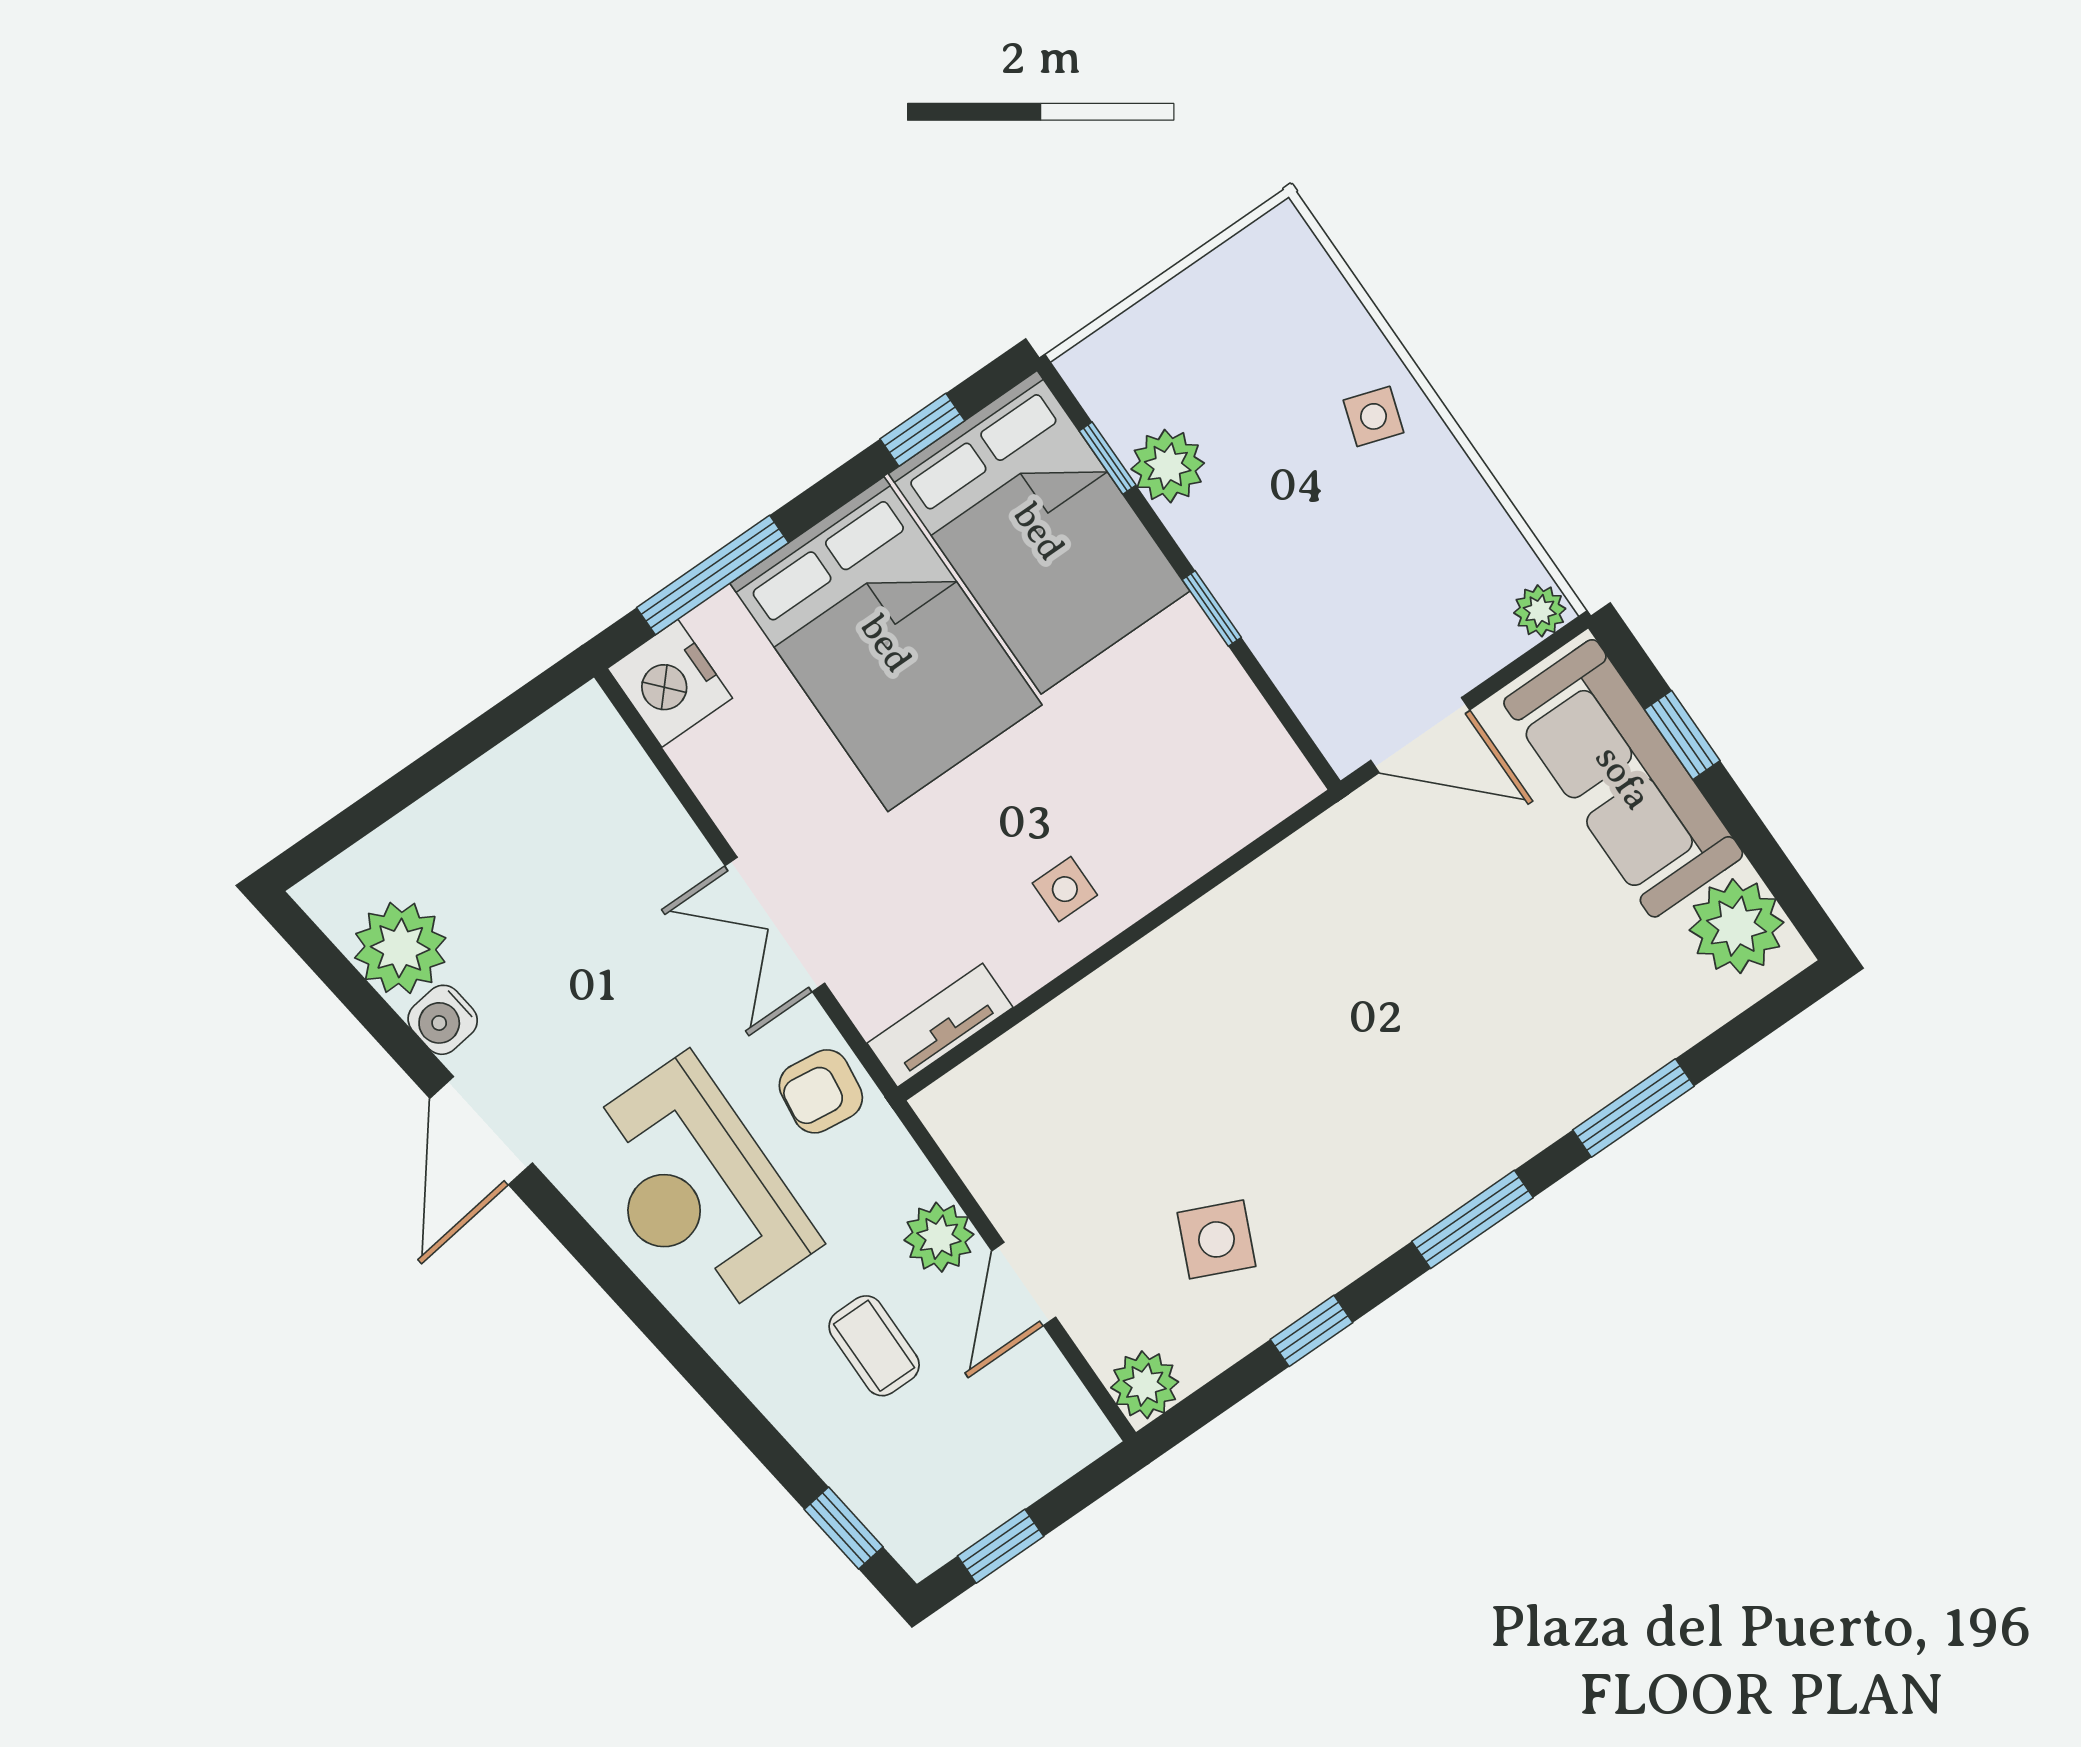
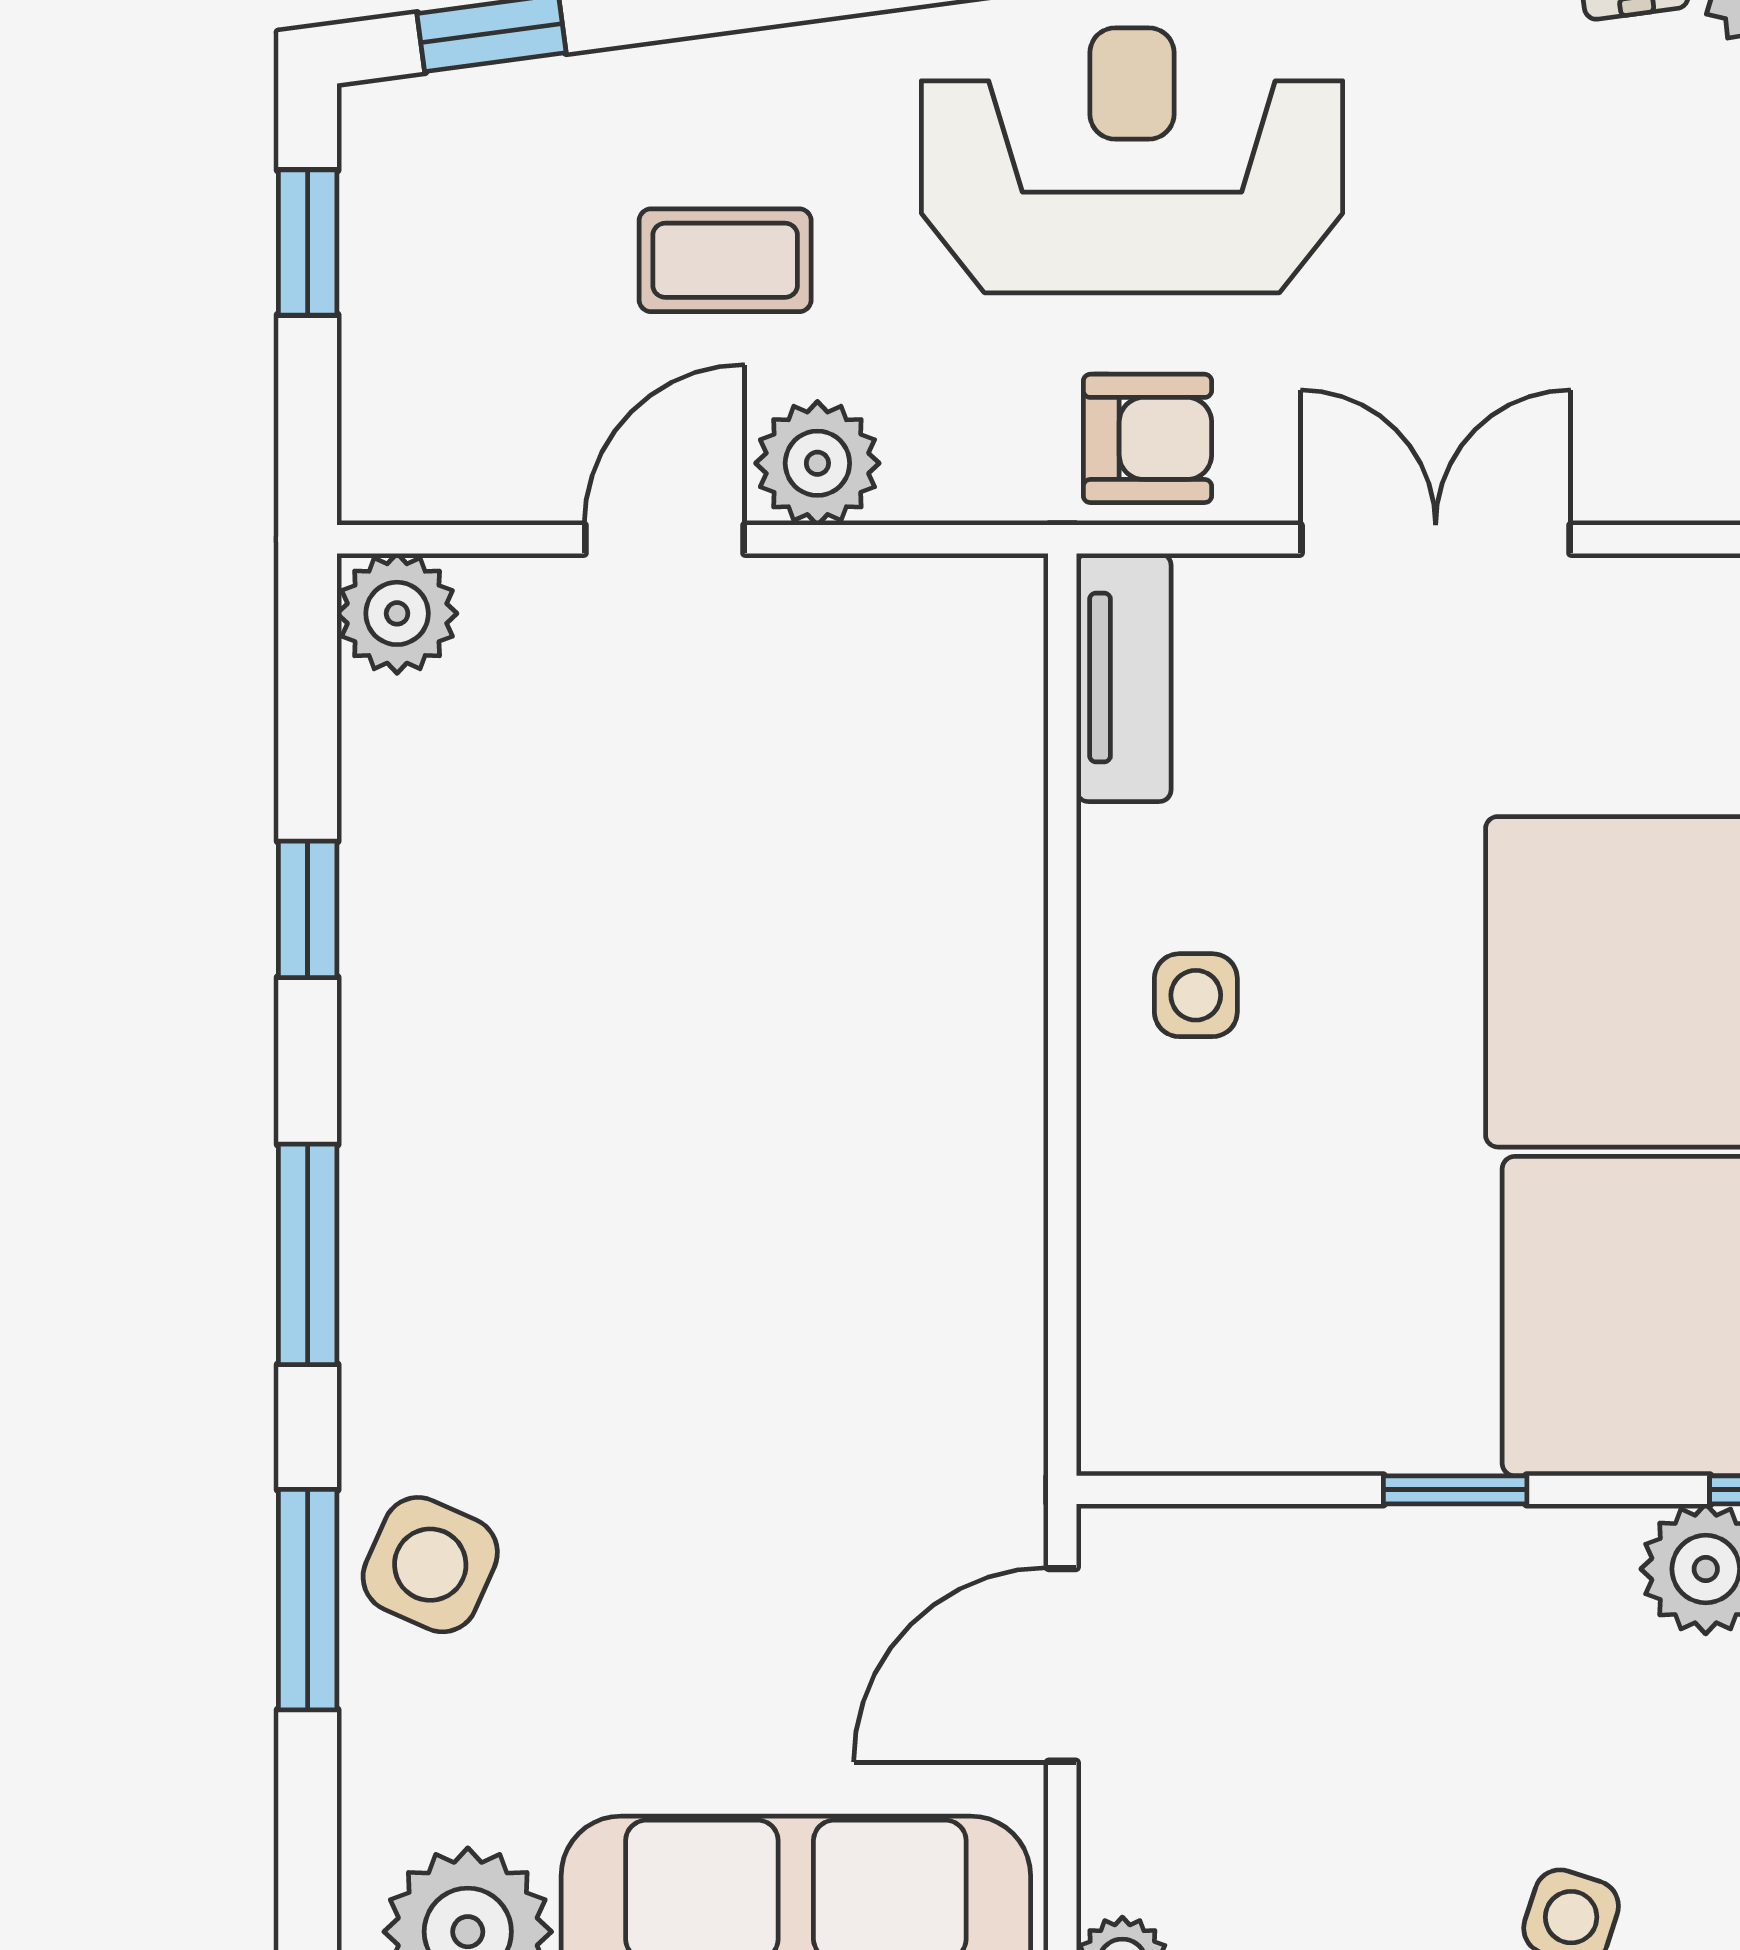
armchair: (821, 1091) -> (1147, 438), turned 83
side table: (1216, 1239) -> (430, 1565), moved
door: (1024, 1284) -> (665, 539), hinge flipped

